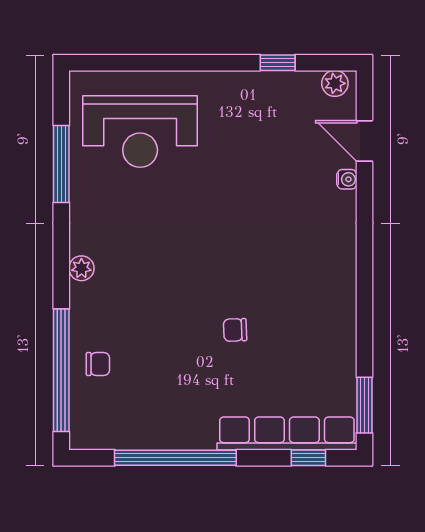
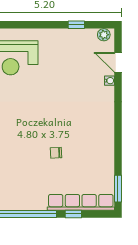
window: (308, 458) -> (73, 214), moved

